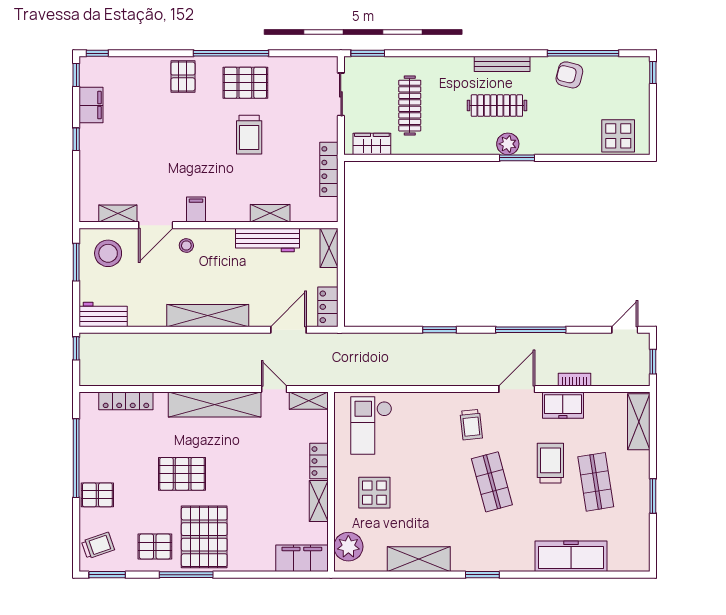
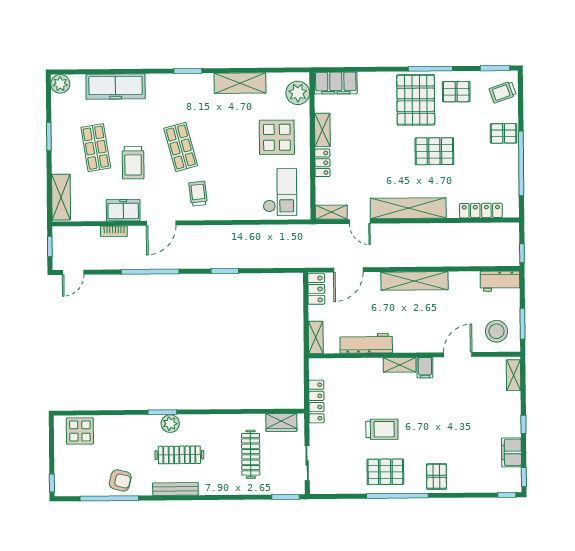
trolley: (249, 135) -> (382, 429), turned 90
shelving: (270, 213) -> (400, 365), moved
shelving: (118, 214) -> (514, 375), moved, turned 90
stool: (186, 246) -> (432, 338), removed
display table: (374, 493) -> (277, 137), width x1.36, depth x1.36
plant: (638, 560) -> (60, 84), added

